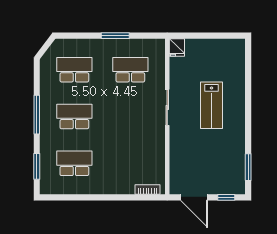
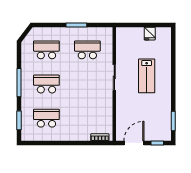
fridge: (177, 47) -> (150, 34), moved
door: (194, 197) -> (134, 143), swing flipped

